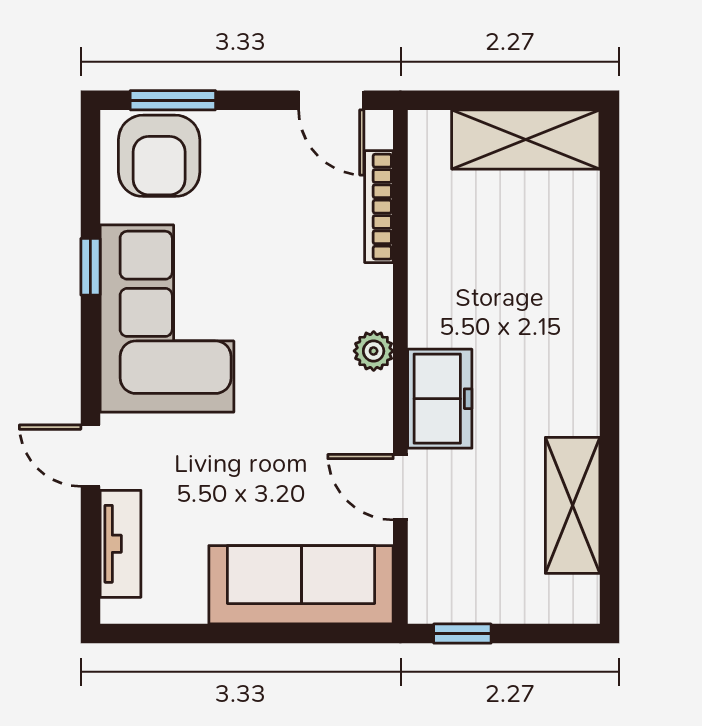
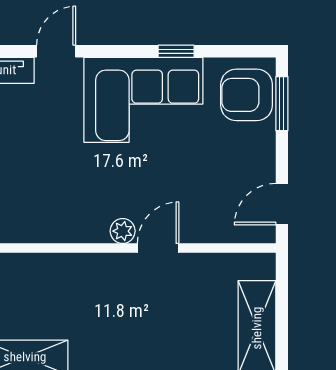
bookcase: (379, 207) -> (214, 234), removed
freezer: (440, 399) -> (92, 273), removed
door: (400, 487) -> (158, 248), moved

